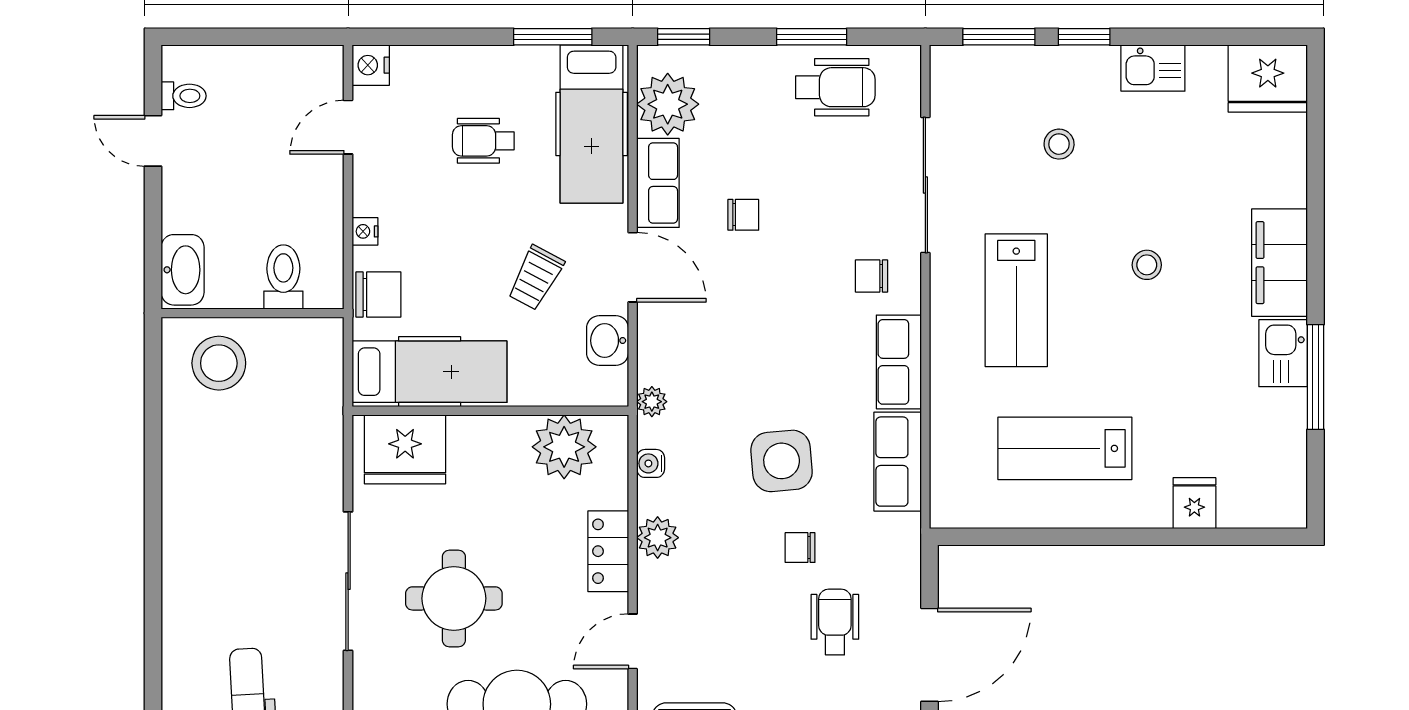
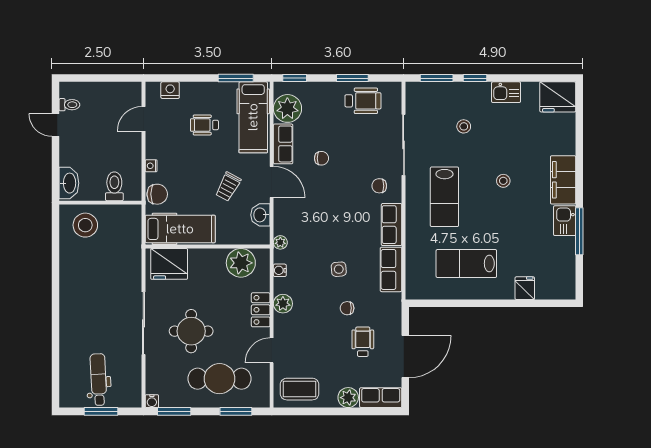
nightstand: (371, 65) -> (170, 90), moved, turned 90
side table: (782, 461) -> (339, 269), width x0.54, depth x0.54

